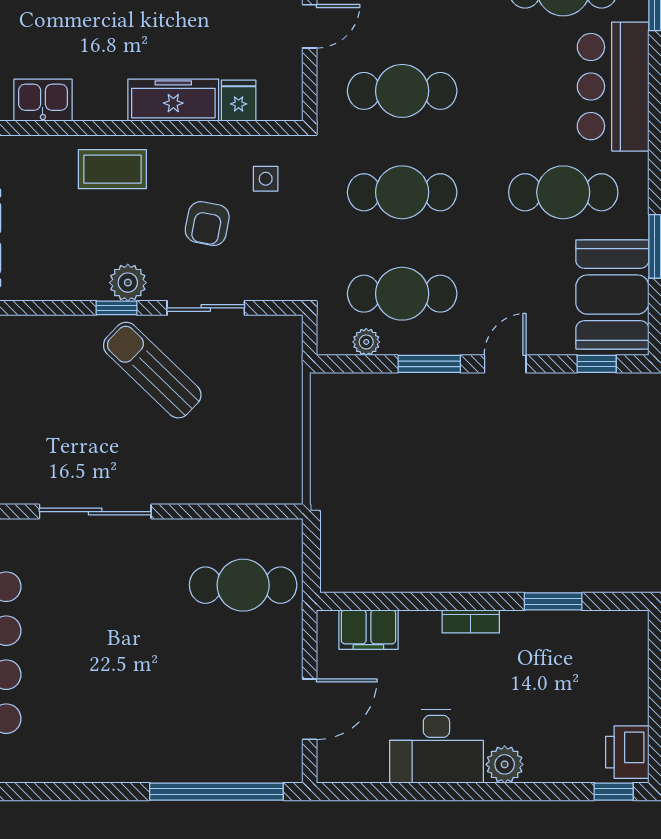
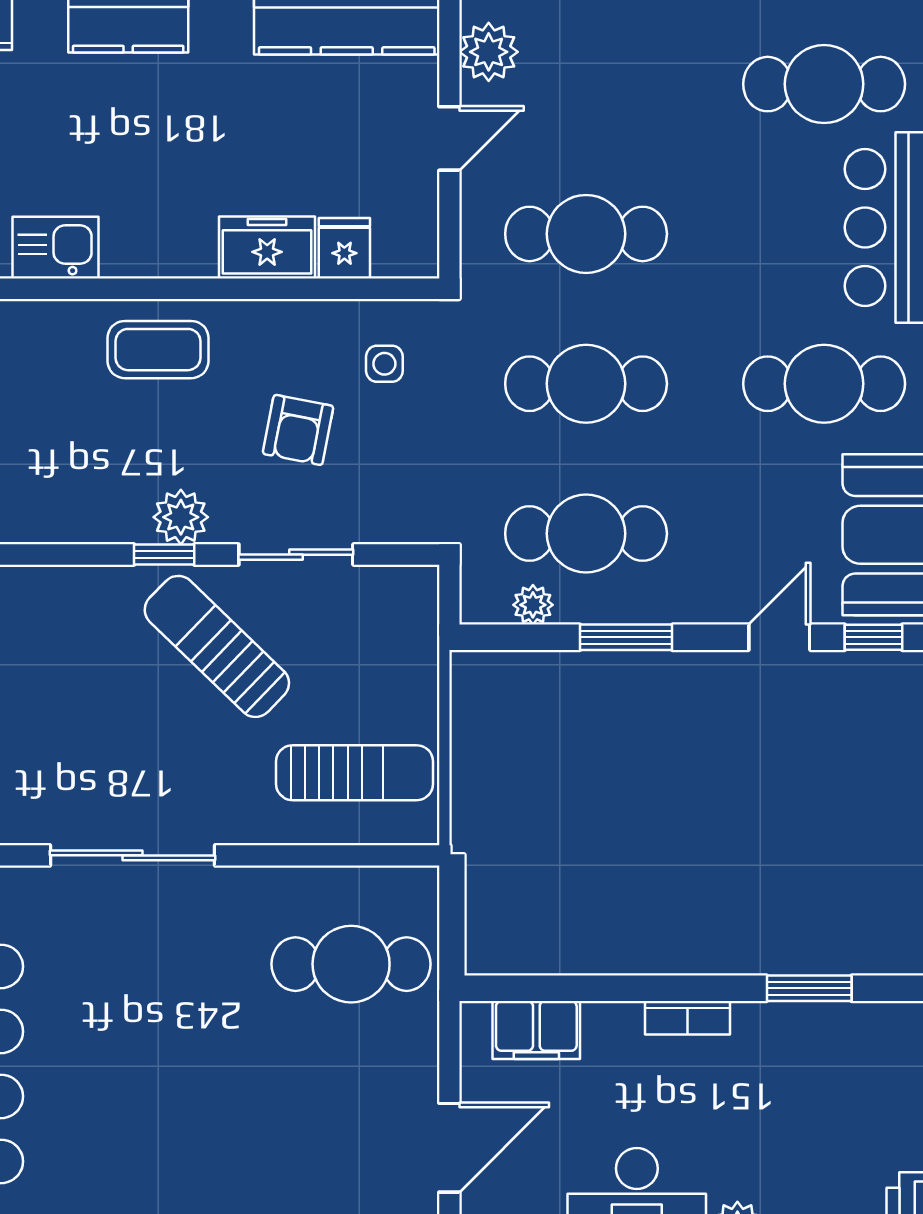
freezer: (173, 100) -> (267, 248), width x0.71
door: (505, 364) -> (779, 637), moved
sun lounger: (245, 456) -> (355, 773), added

